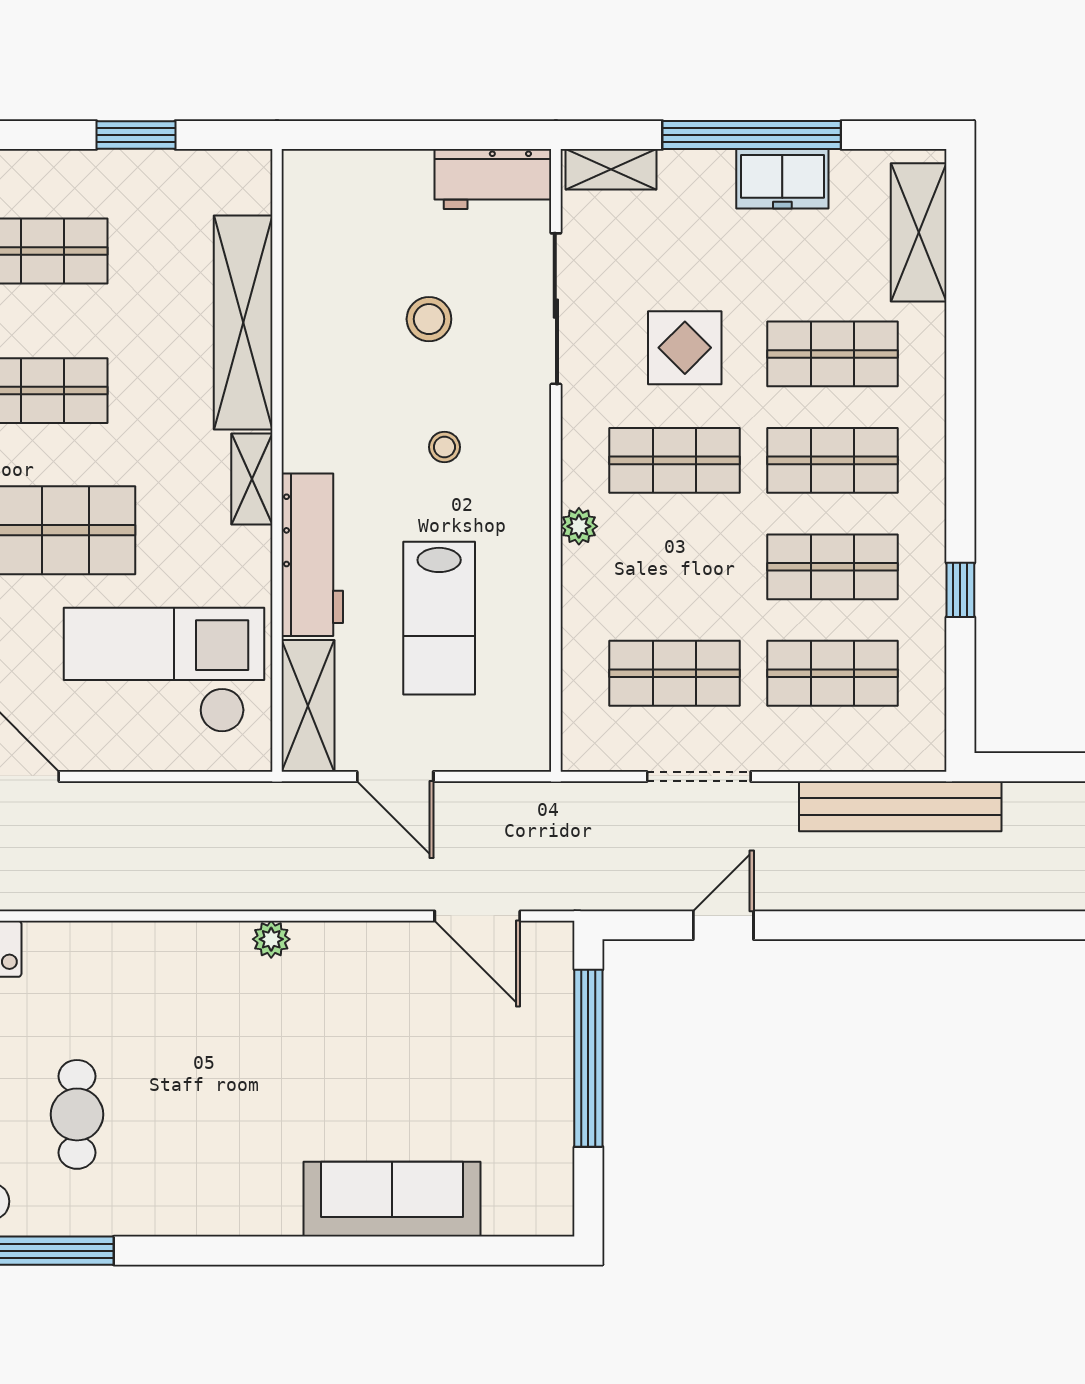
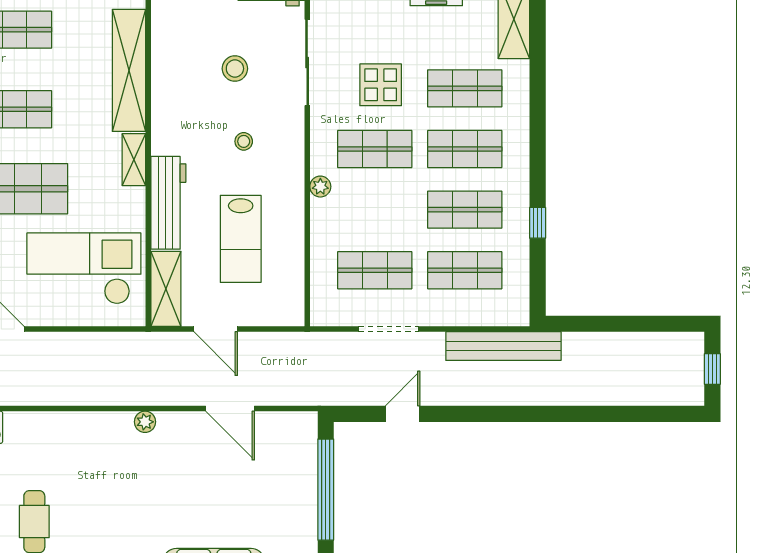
door: (477, 916) -> (230, 409), moved

